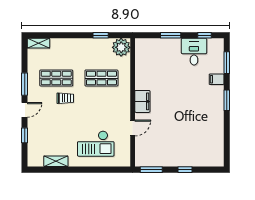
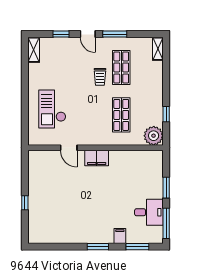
window: (204, 35) -> (166, 223), width x2.17
shelving: (56, 161) -> (34, 50), moved
window: (151, 170) -> (25, 167), removed

